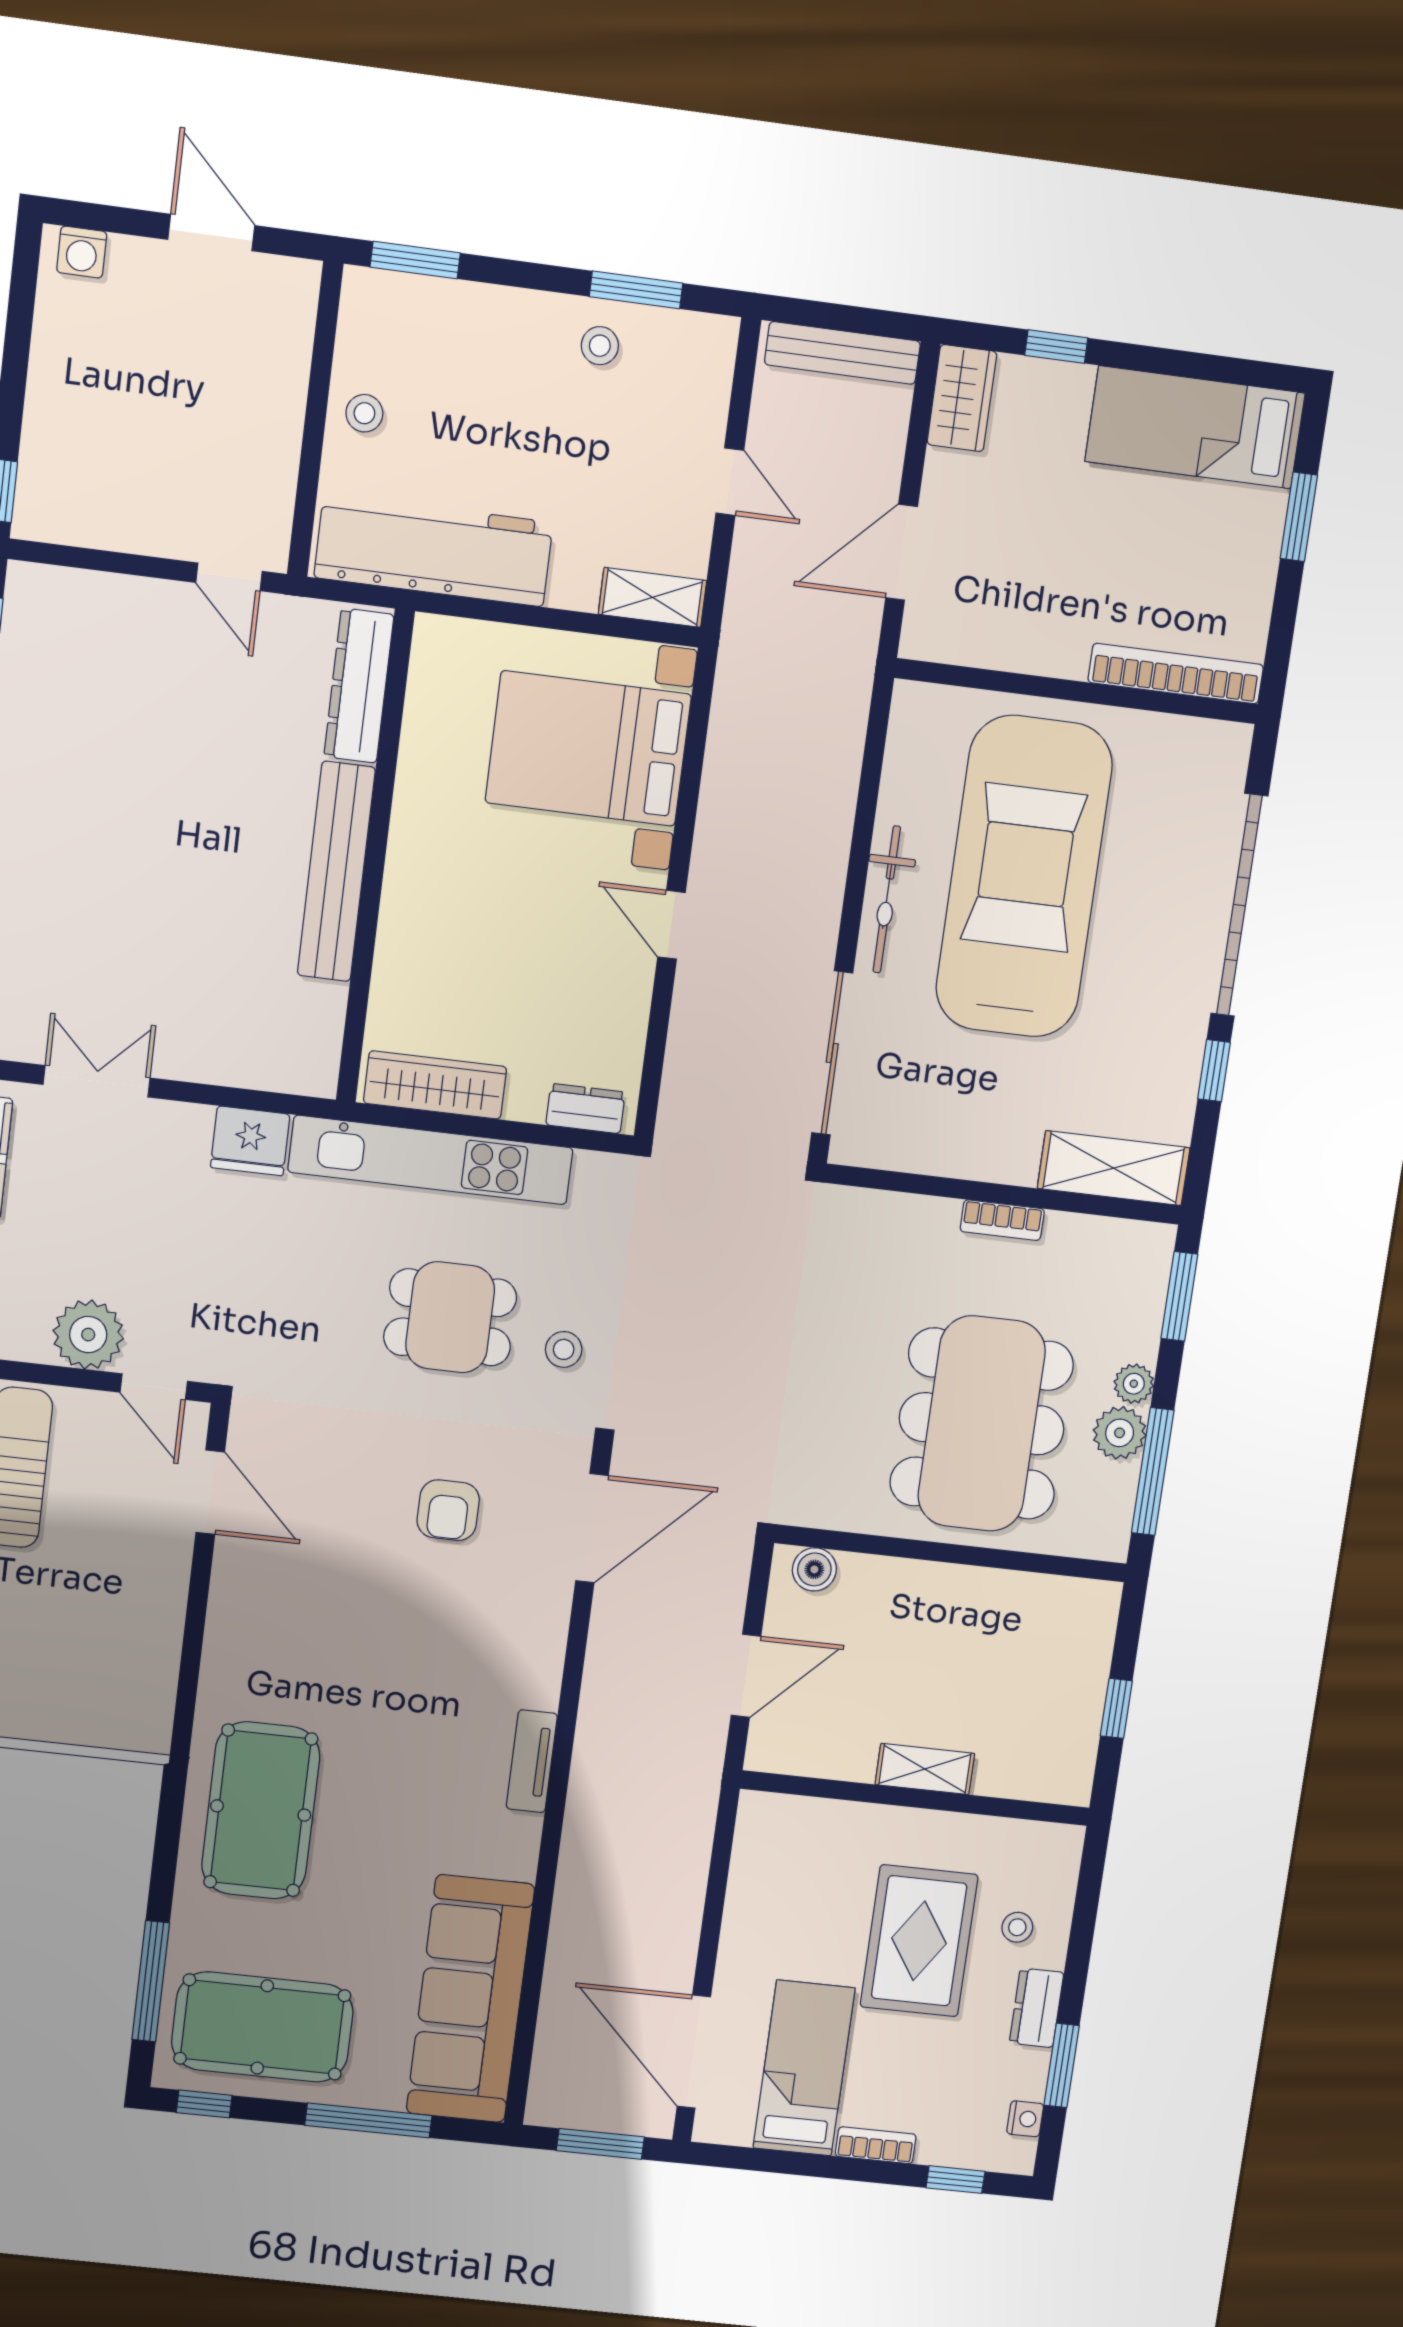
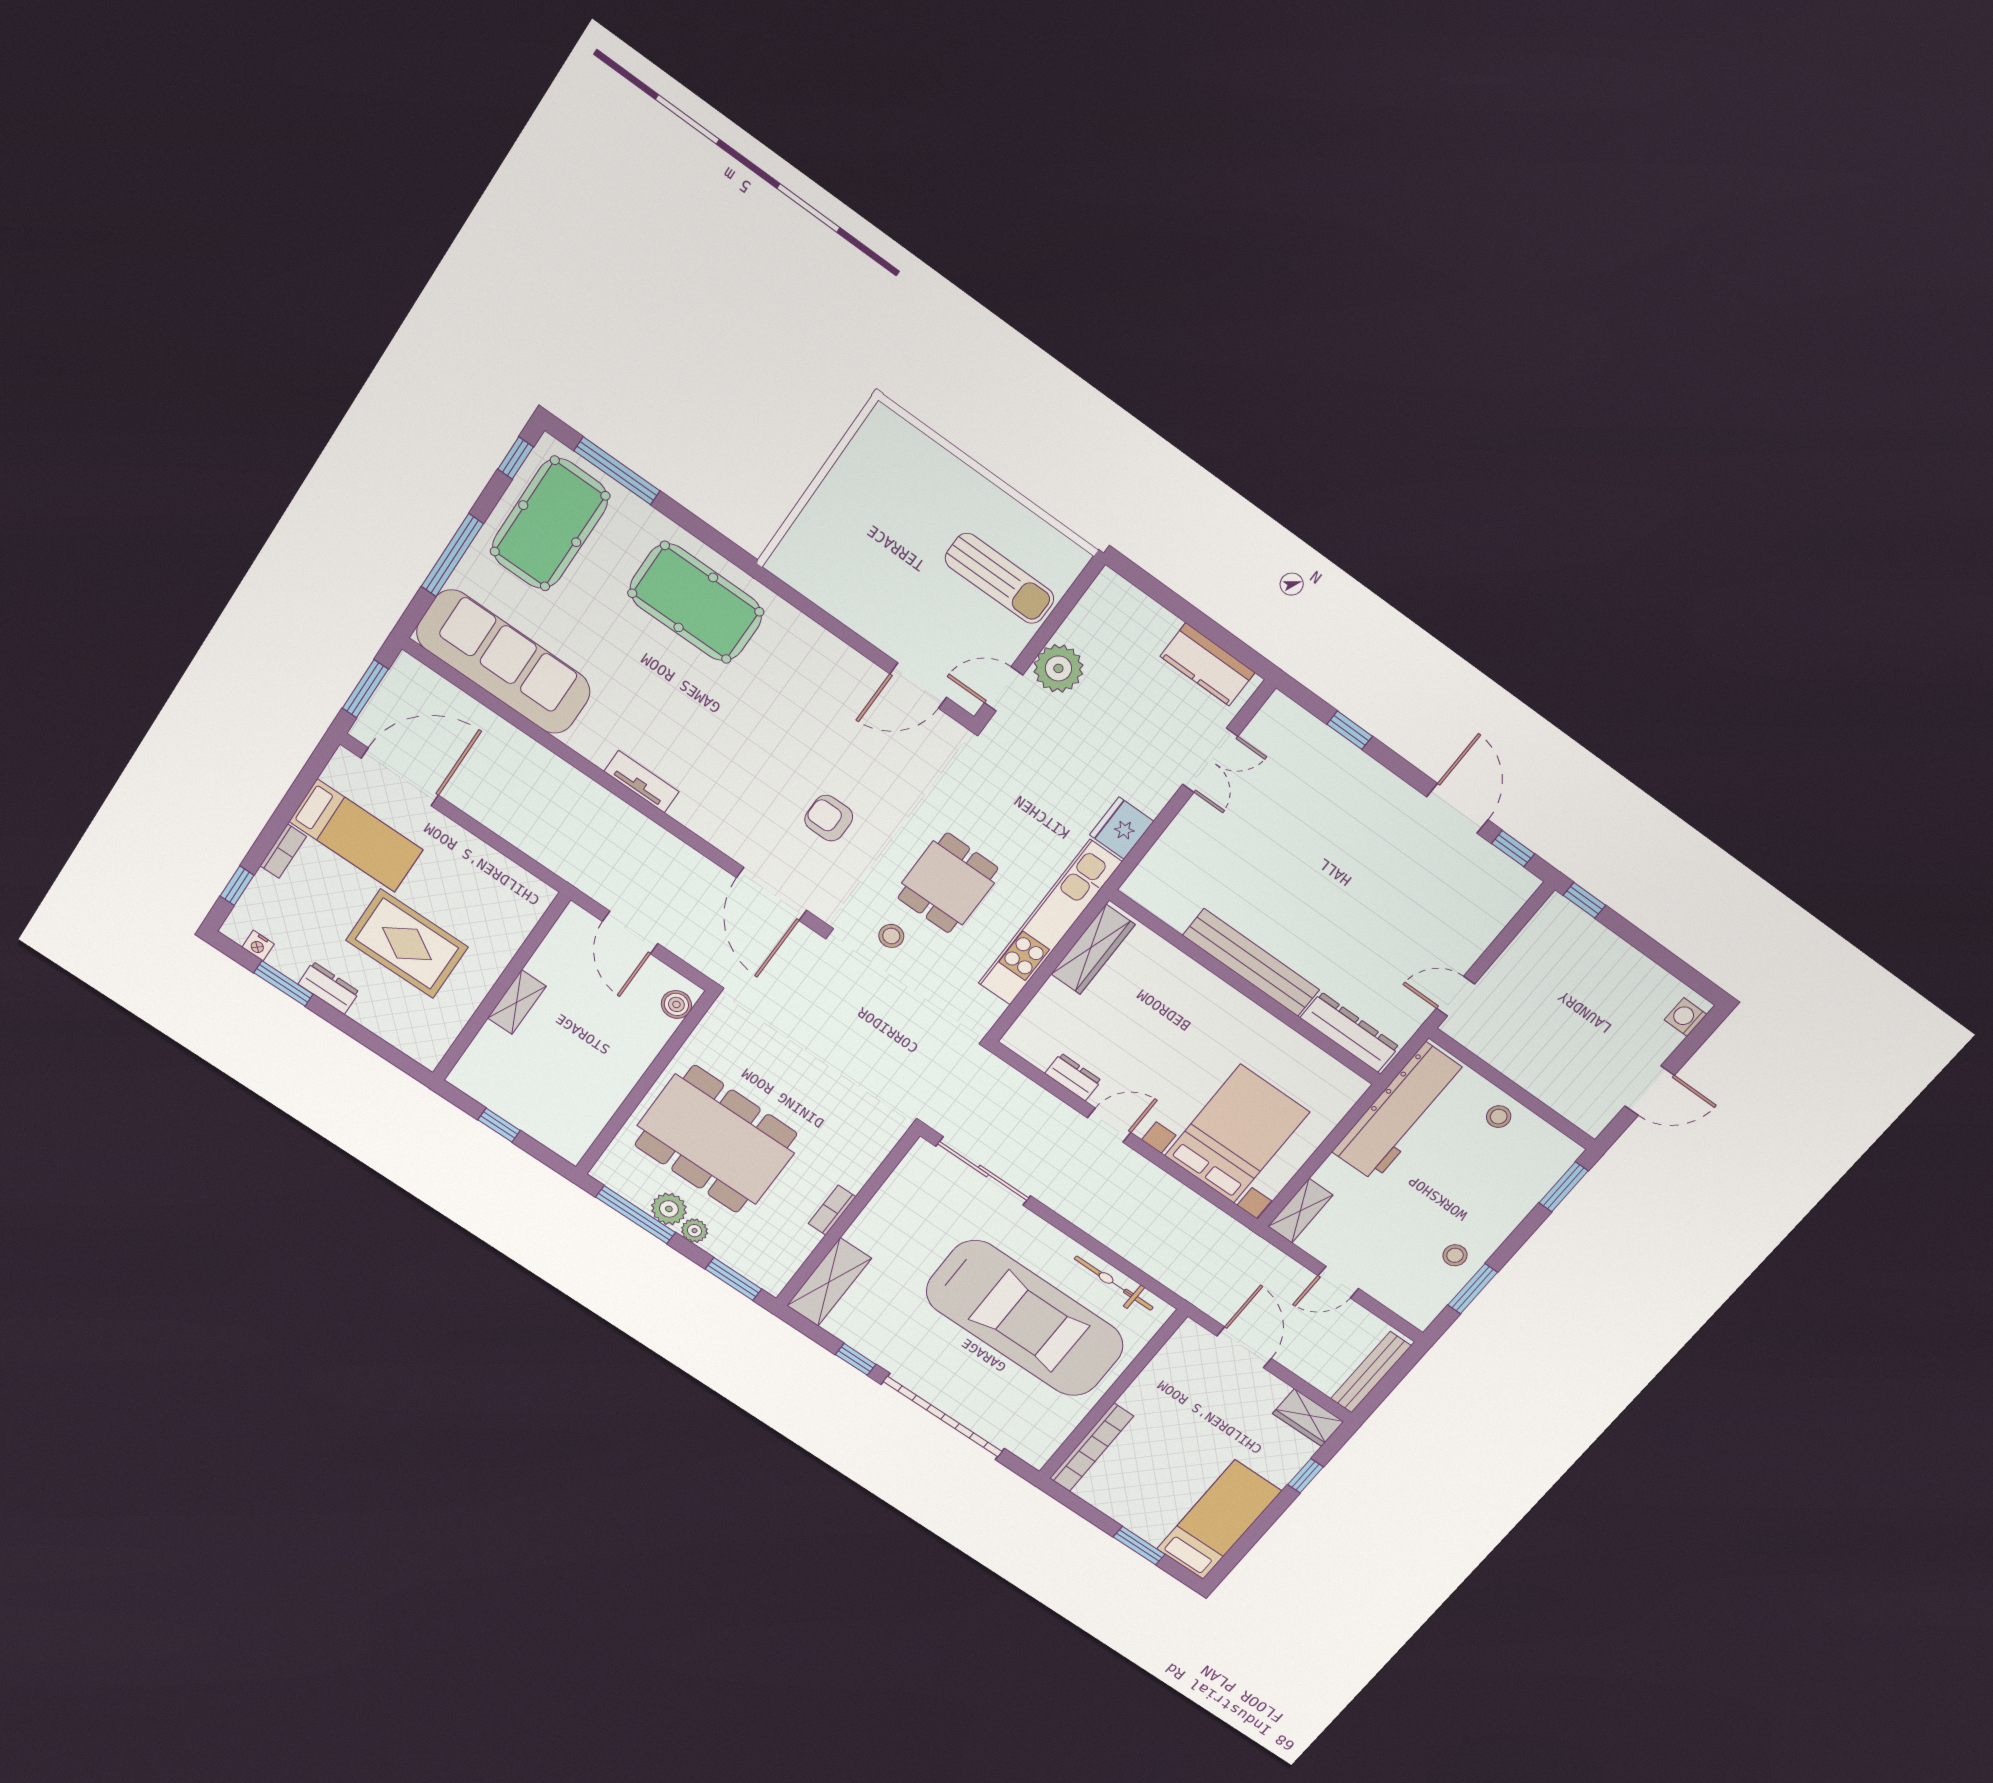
bicycle: (887, 899) -> (1114, 1283), moved
dresser: (586, 1108) -> (1073, 1077), moved, turned -90
stool: (1017, 1927) -> (387, 1003), removed

